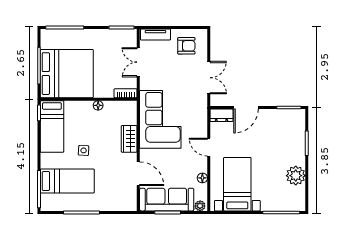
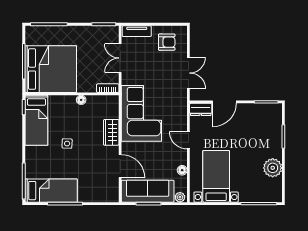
bed: (67, 181) -> (51, 191), moved

